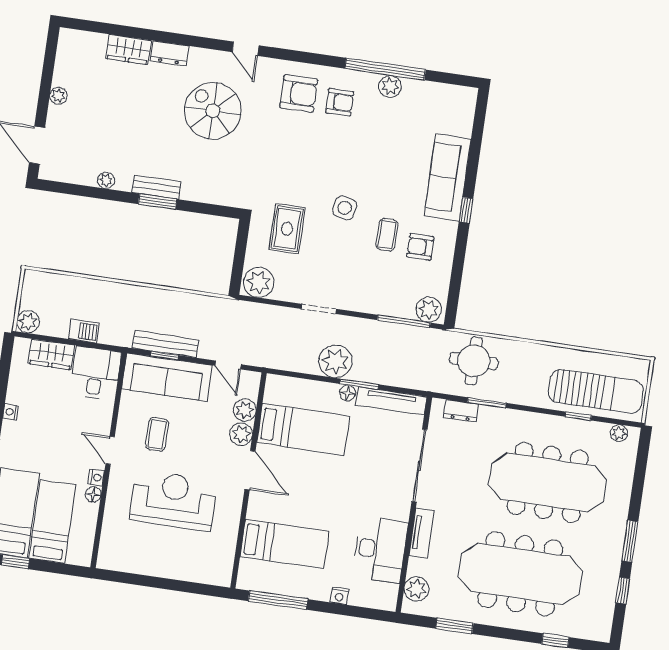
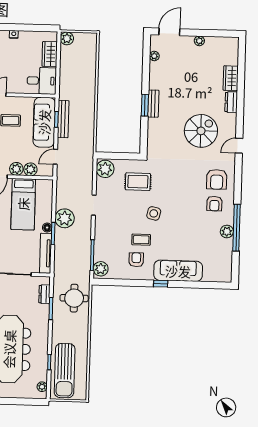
plant: (106, 180) -> (154, 56), moved
barbecue: (84, 331) -> (65, 71), removed

